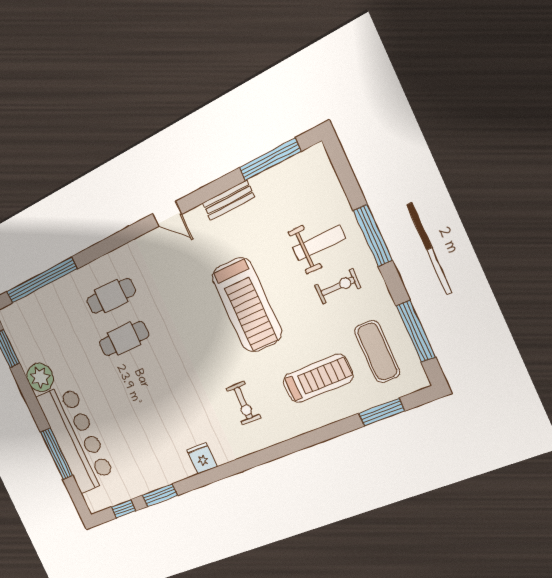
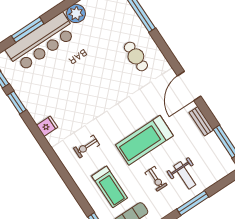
door: (167, 214) -> (189, 86), width x1.88
exercise bike: (338, 286) -> (156, 179), moved
cafe table: (124, 339) -> (111, 68), removed

